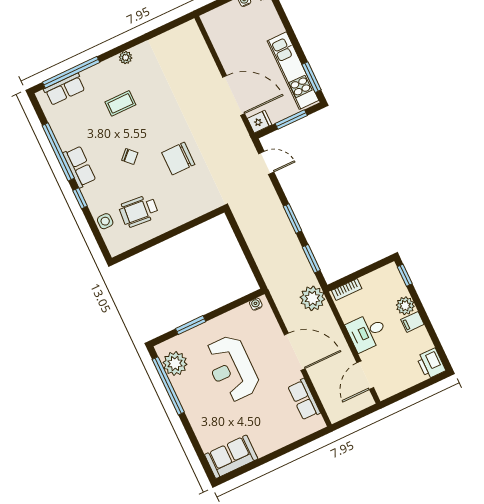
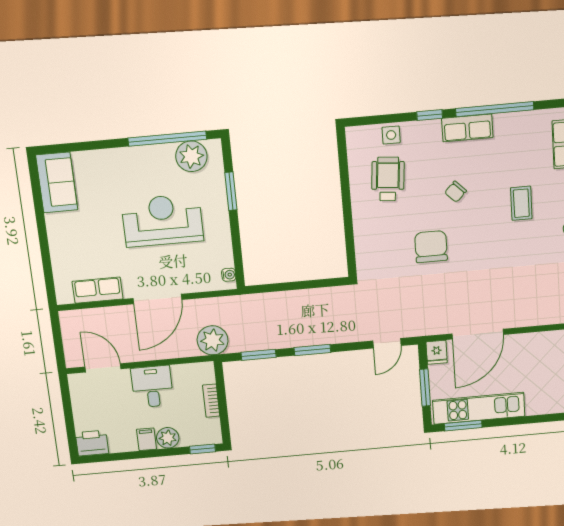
bookcase: (347, 290) -> (211, 401), moved

